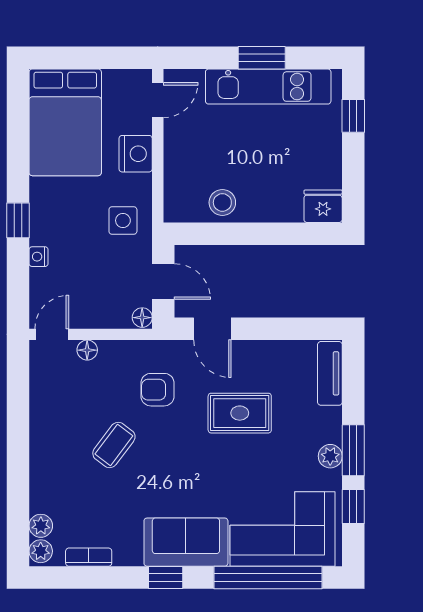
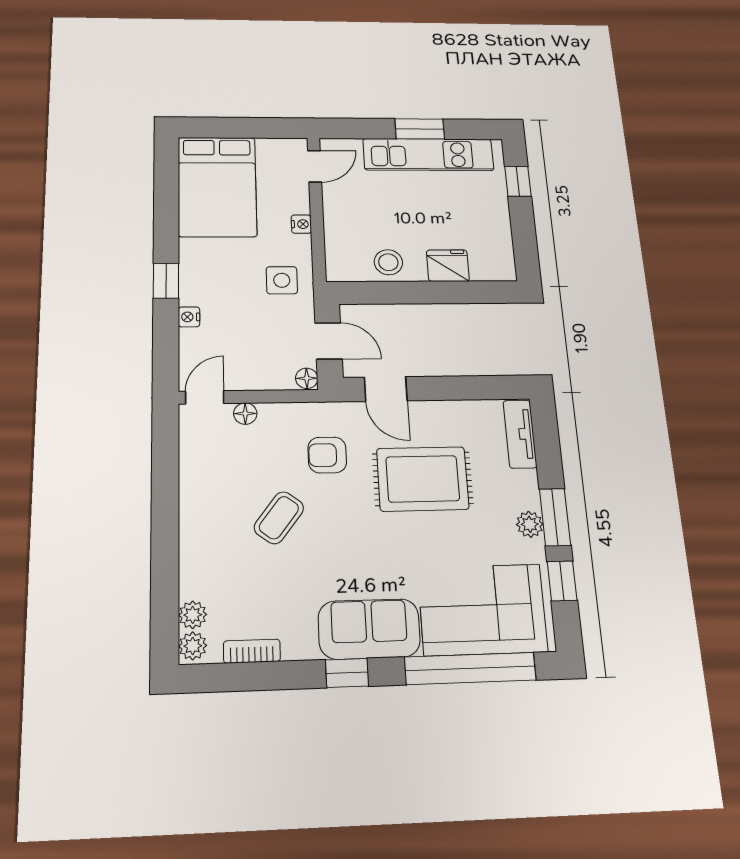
nightstand: (136, 154) -> (301, 224), width x0.53, depth x0.56
fridge: (323, 206) -> (448, 266), moved
rug: (240, 413) -> (423, 479), width x1.36, depth x1.43

